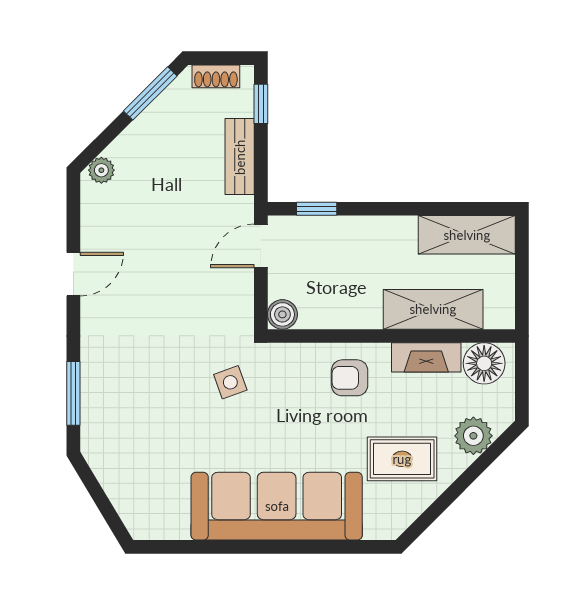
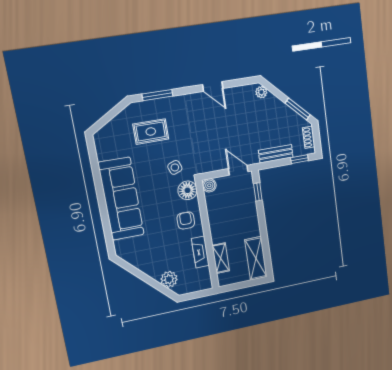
shelving: (433, 309) -> (221, 258), width x0.67, depth x0.75
floor lamp: (484, 363) -> (187, 190), moved
rug: (402, 459) -> (151, 131), moved, turned 90

